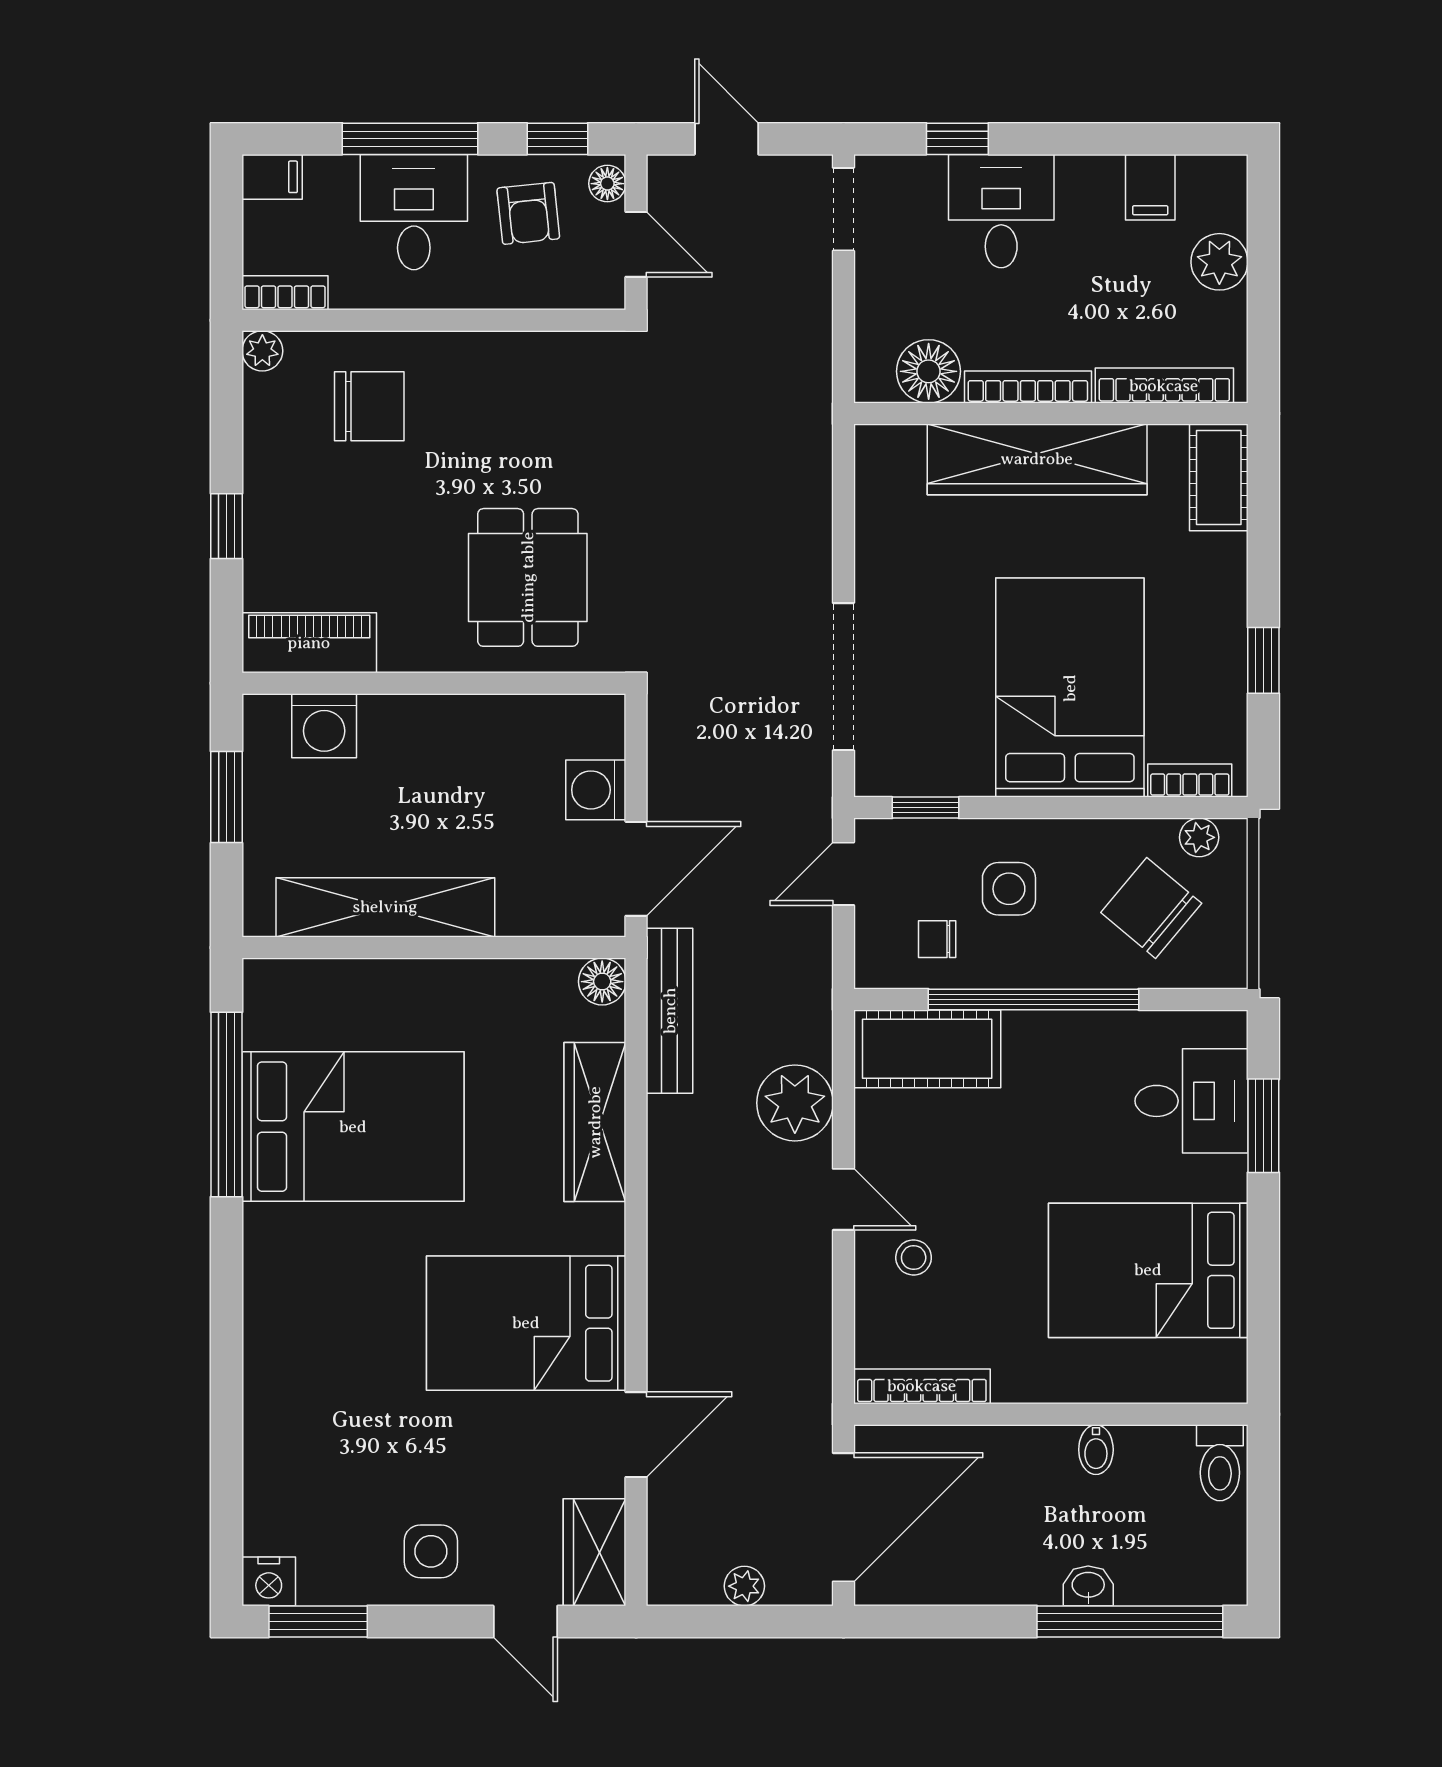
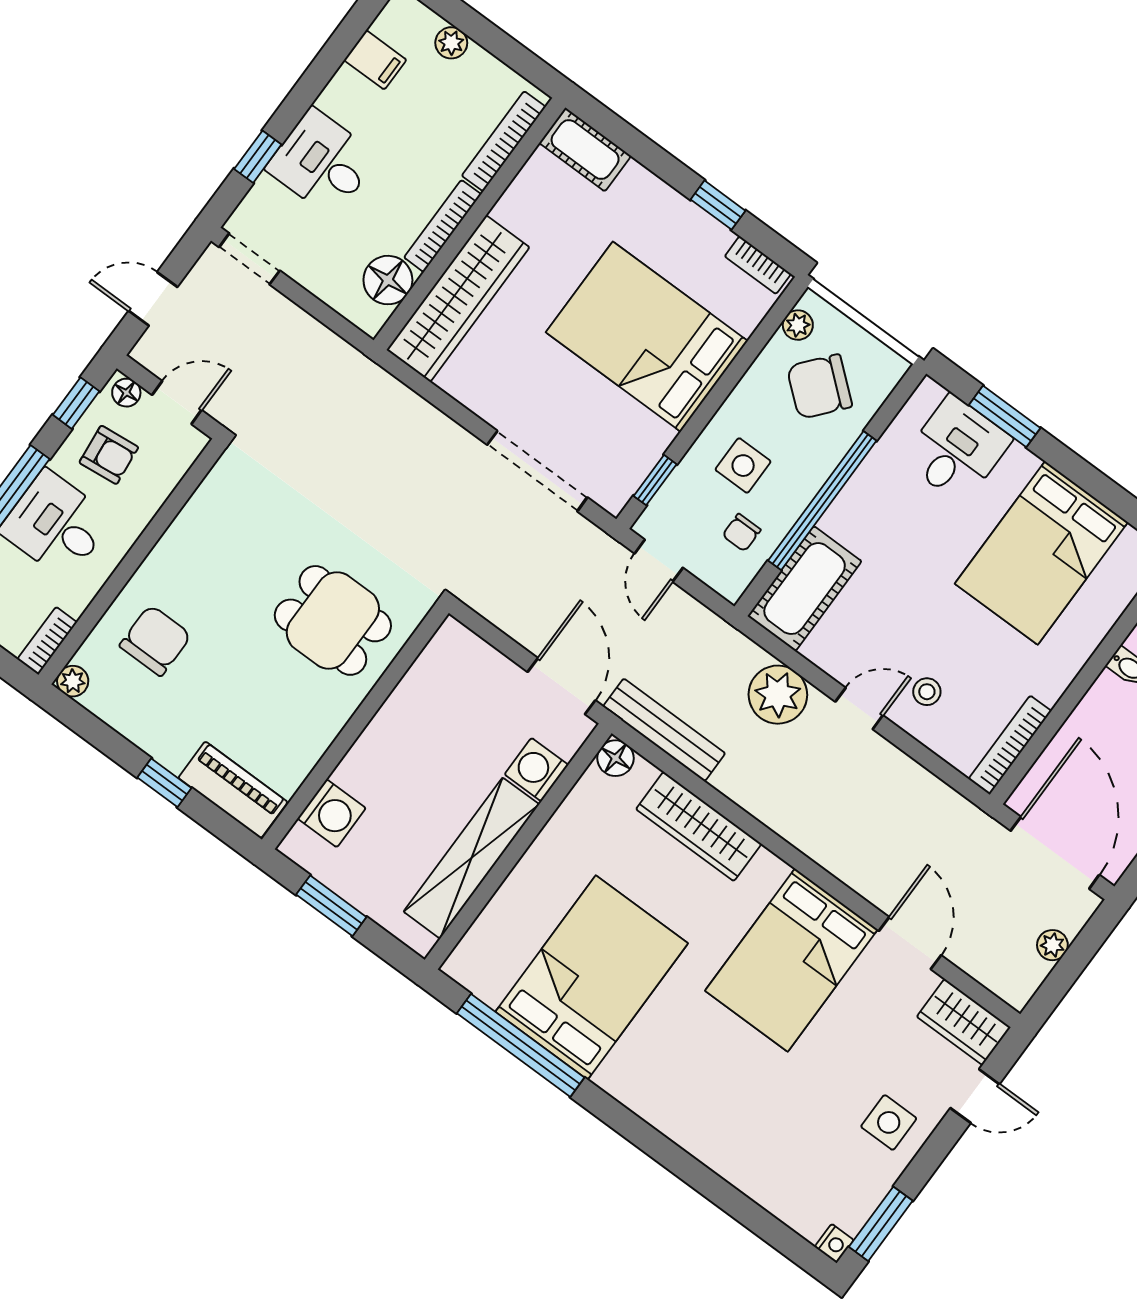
plant: (1219, 262) -> (451, 43), width x0.73, depth x0.73
wardrobe: (1037, 459) -> (458, 299), moved
piano: (309, 643) -> (233, 790), moved, turned 90
bookcase: (1190, 781) -> (758, 265), moved, turned -90
washing machine: (596, 790) -> (536, 770), moved, turned 90
nightstand: (269, 1581) -> (834, 1244), width x0.72, depth x0.74

